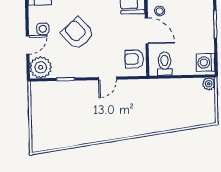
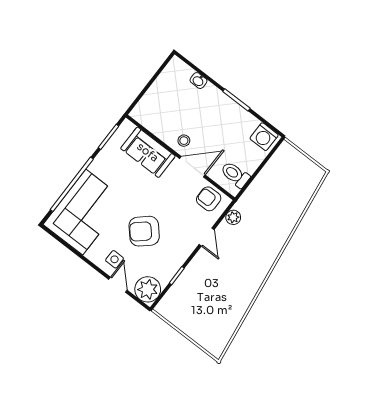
armchair: (134, 59) -> (209, 199), turned 90
plant: (209, 84) -> (233, 217), moved

